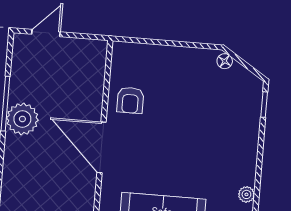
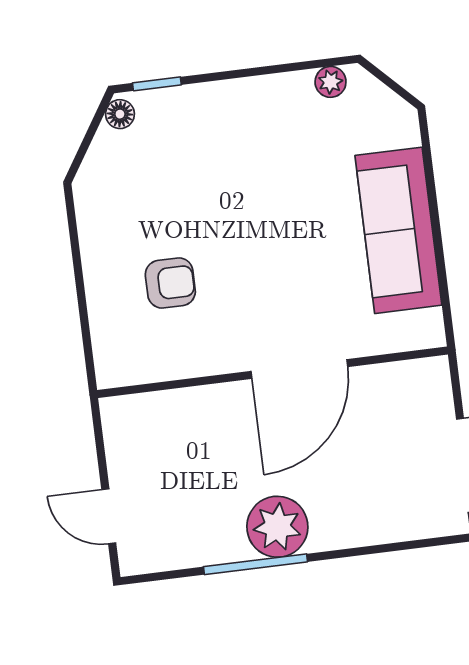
floor lamp: (225, 61) -> (120, 114), moved
armchair: (130, 100) -> (170, 283), moved

